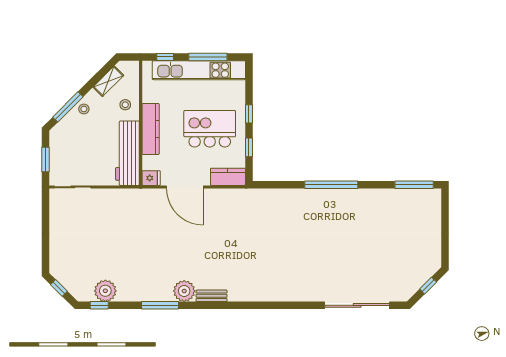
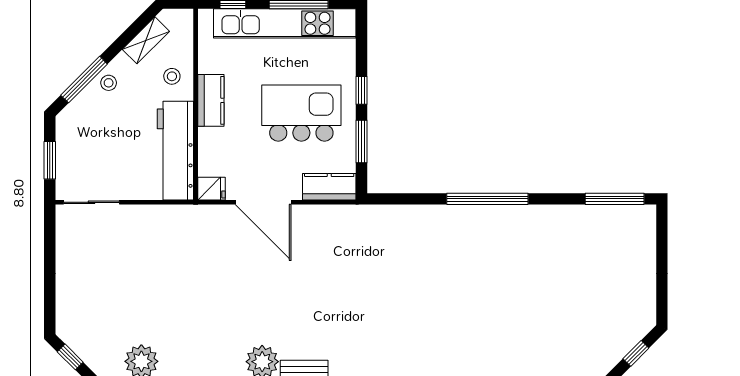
kitchen counter: (151, 129) -> (211, 100), width x0.67
window: (249, 147) -> (361, 142), width x1.50

